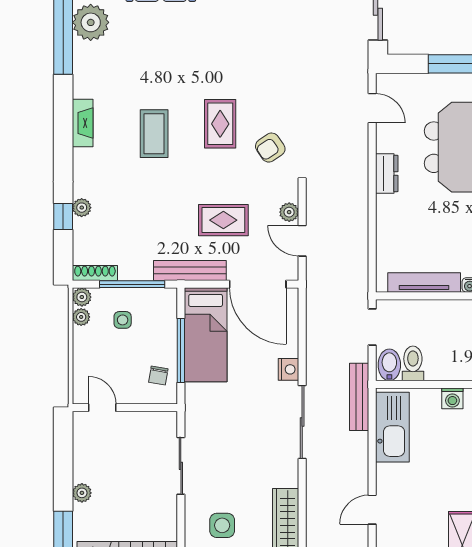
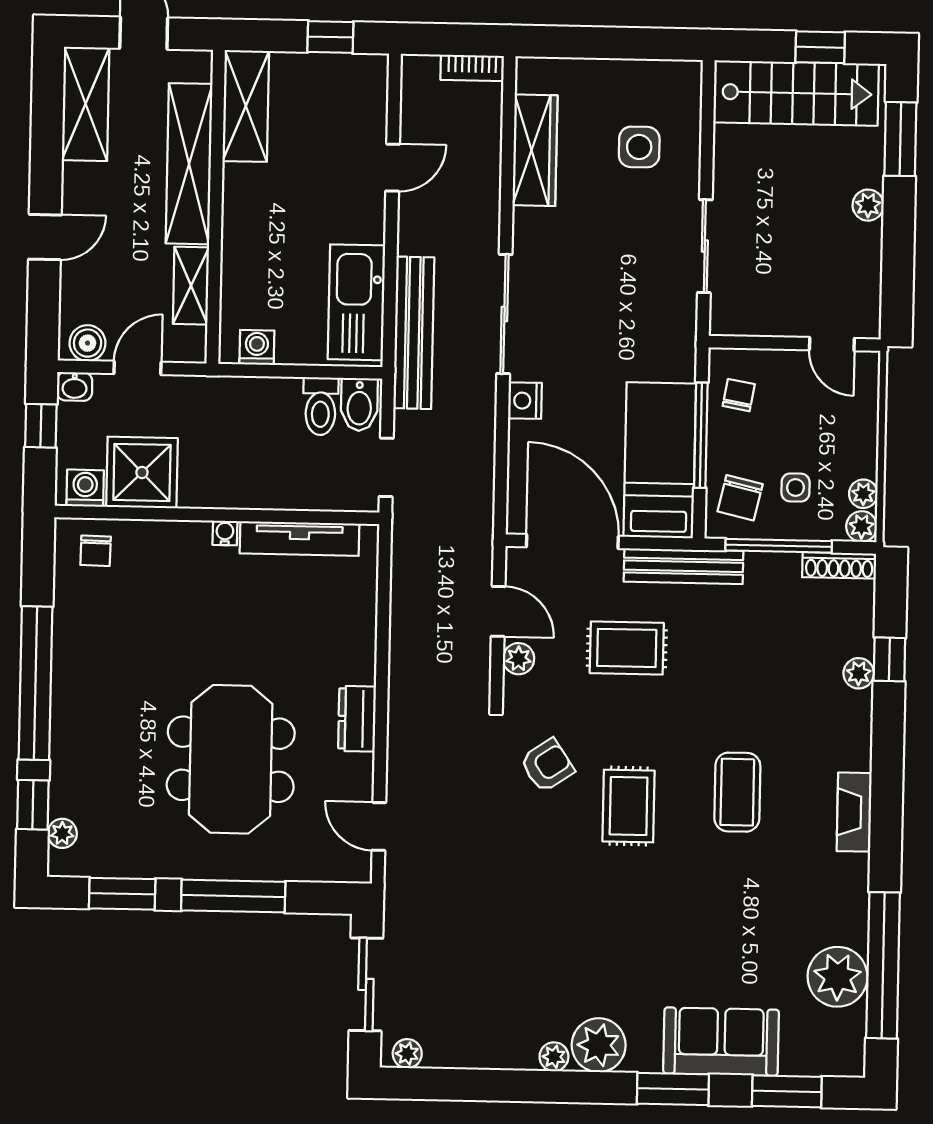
chair: (156, 313) -> (740, 498), added
bench: (359, 397) -> (414, 333), width x1.37, depth x1.21

